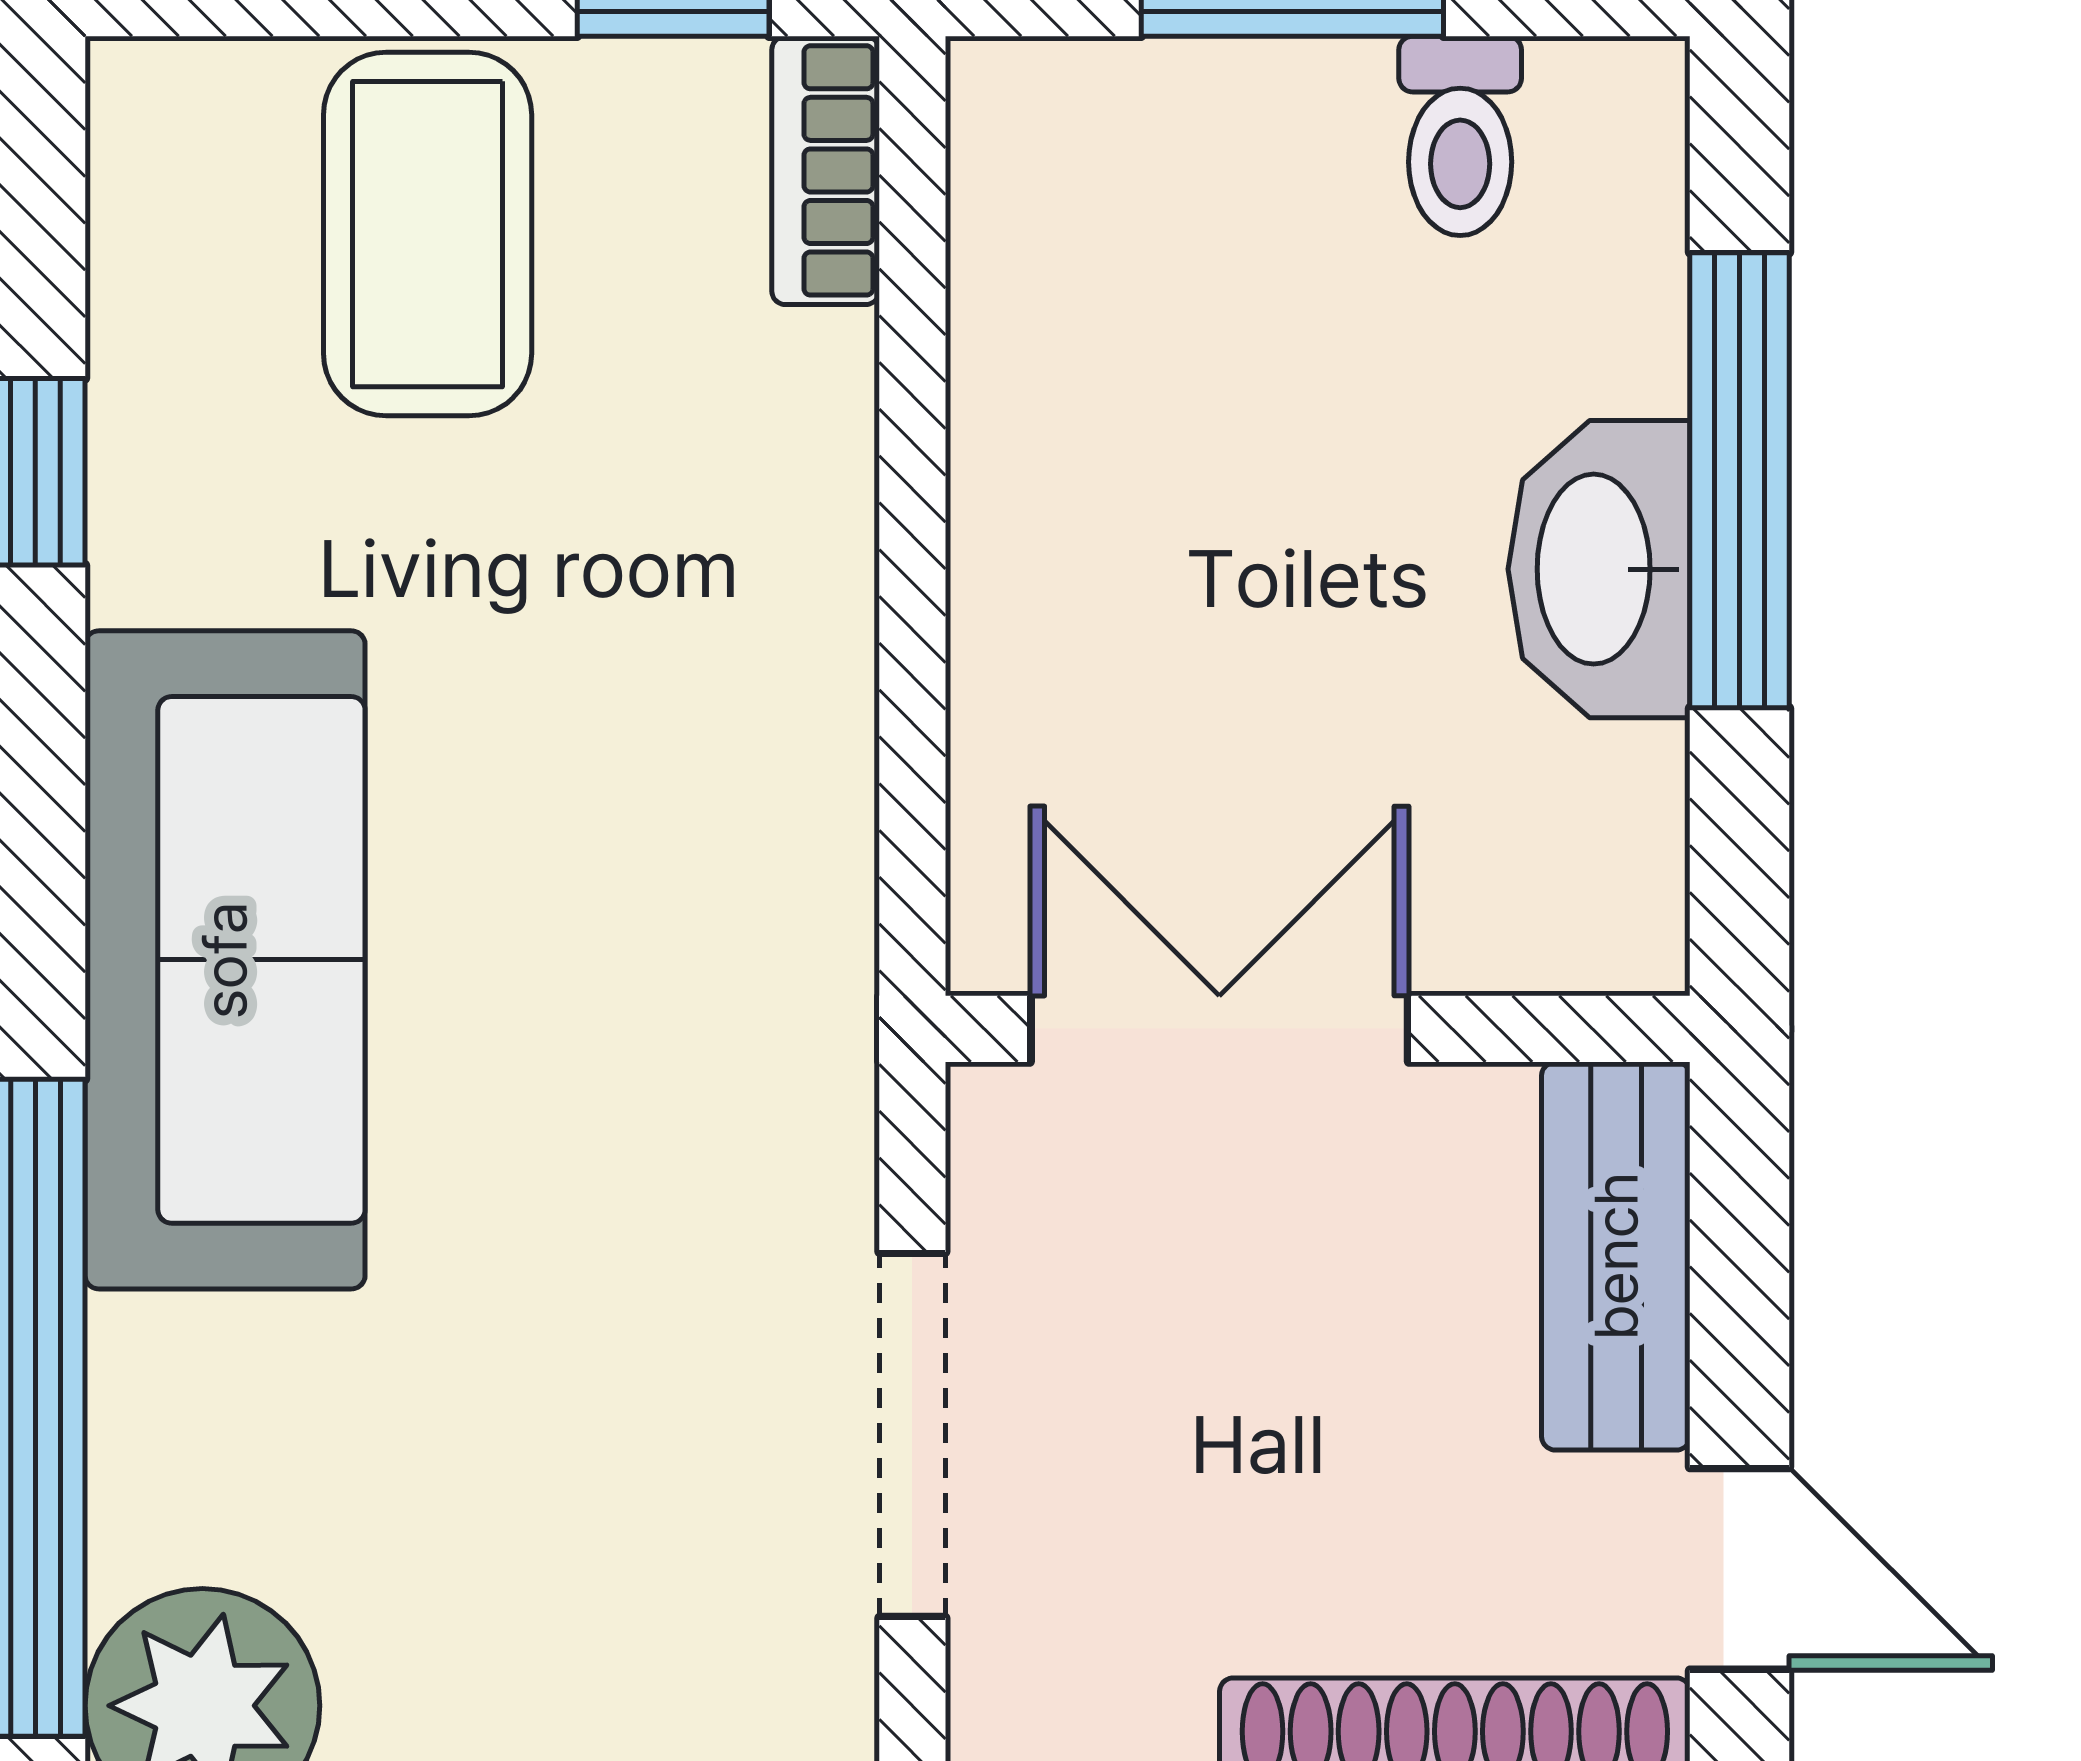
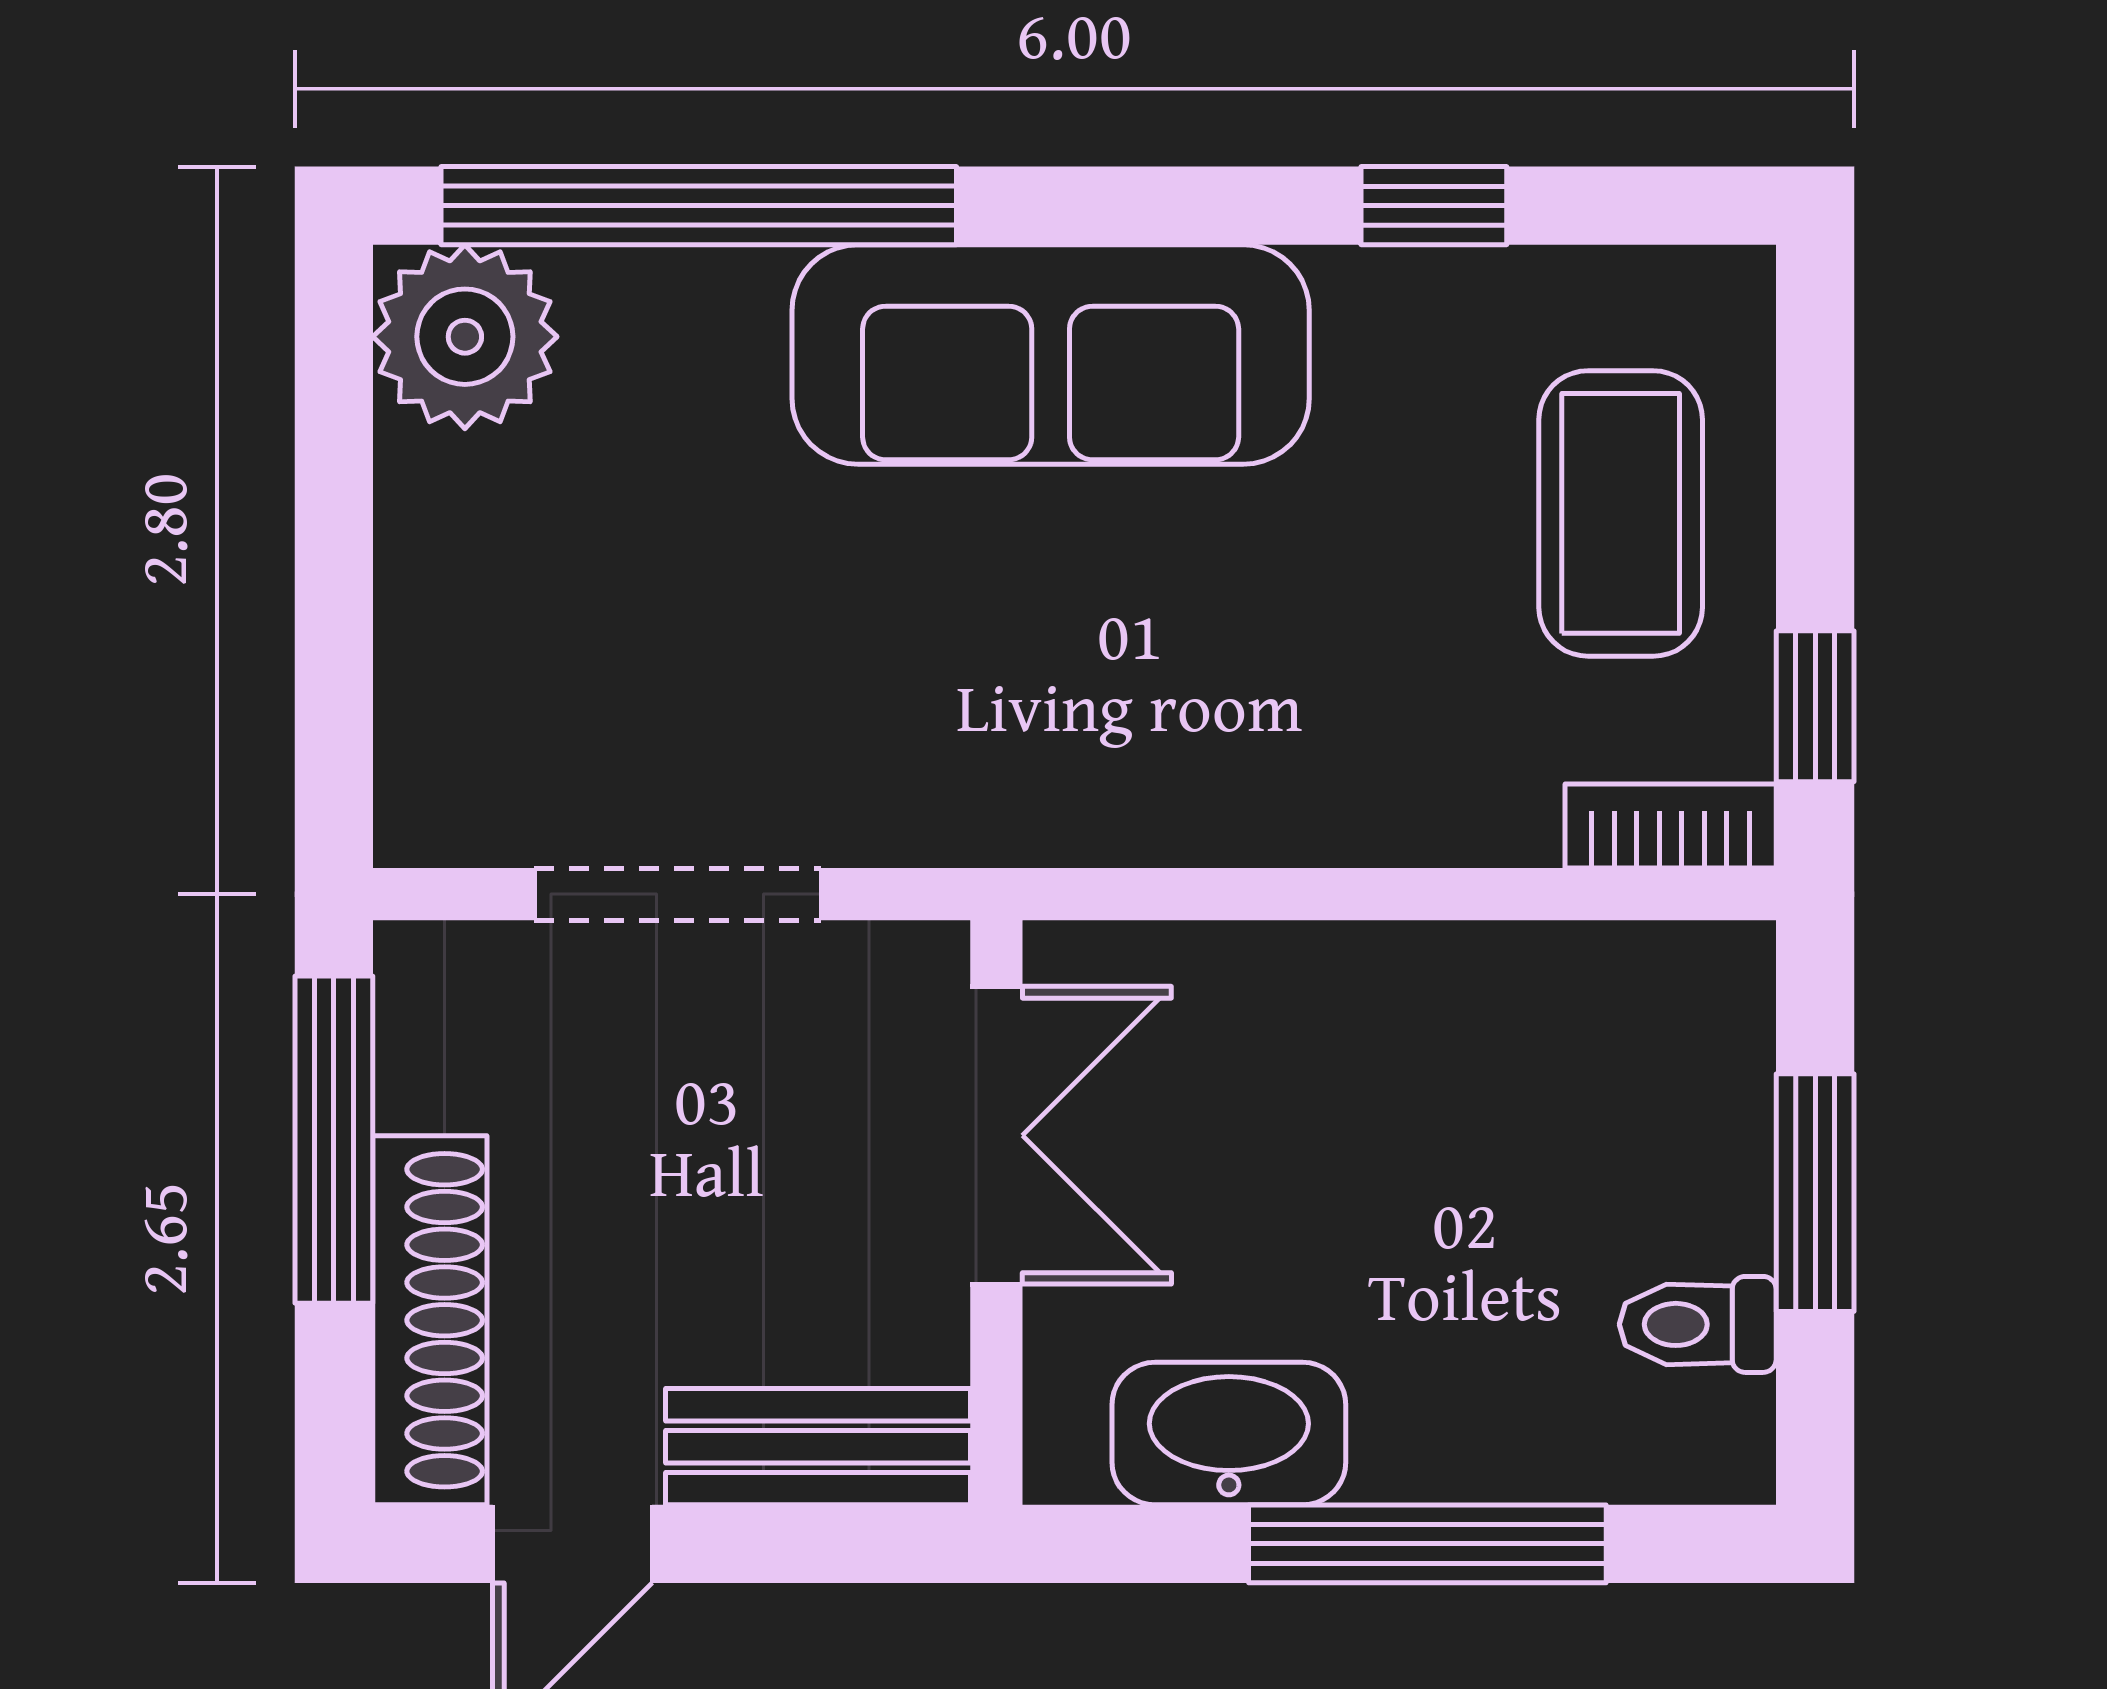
coffee table: (428, 234) -> (1621, 513), turned 90
washbasin: (1599, 569) -> (1229, 1434), moved

